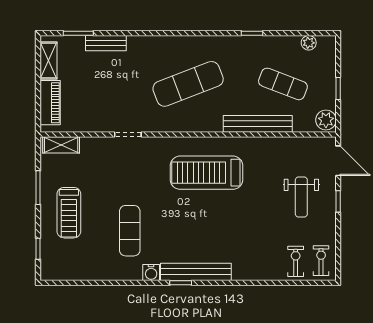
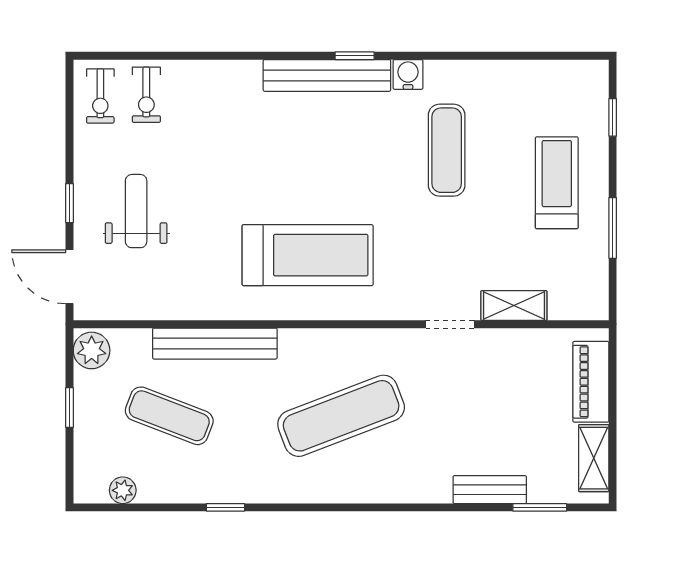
shelving: (61, 145) -> (514, 306), moved

